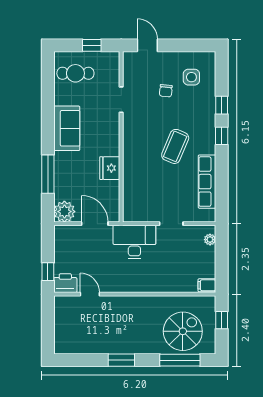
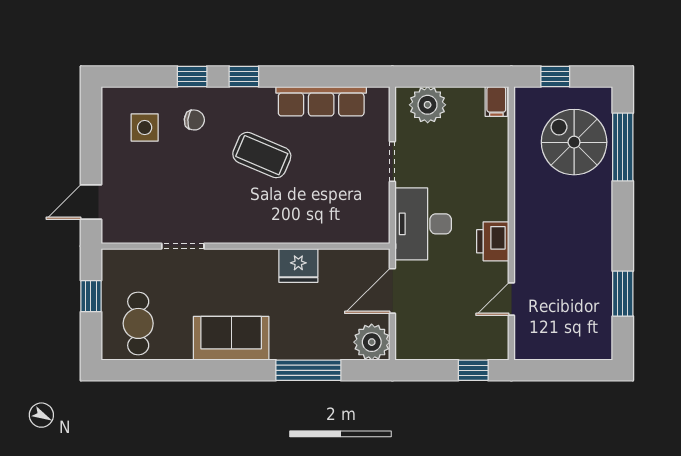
chair: (166, 91) -> (194, 120), moved
plant: (210, 240) -> (428, 105), width x1.88, depth x1.88
printer: (65, 283) -> (493, 241), moved
window: (121, 360) -> (623, 294), moved

